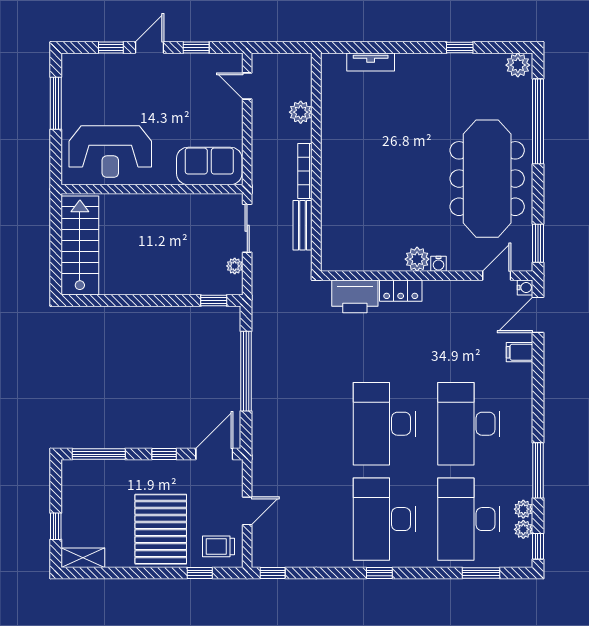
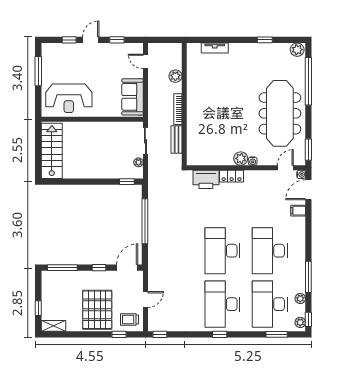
sofa: (209, 166) -> (132, 97), moved, turned -90
plant: (523, 529) -> (300, 322), moved

